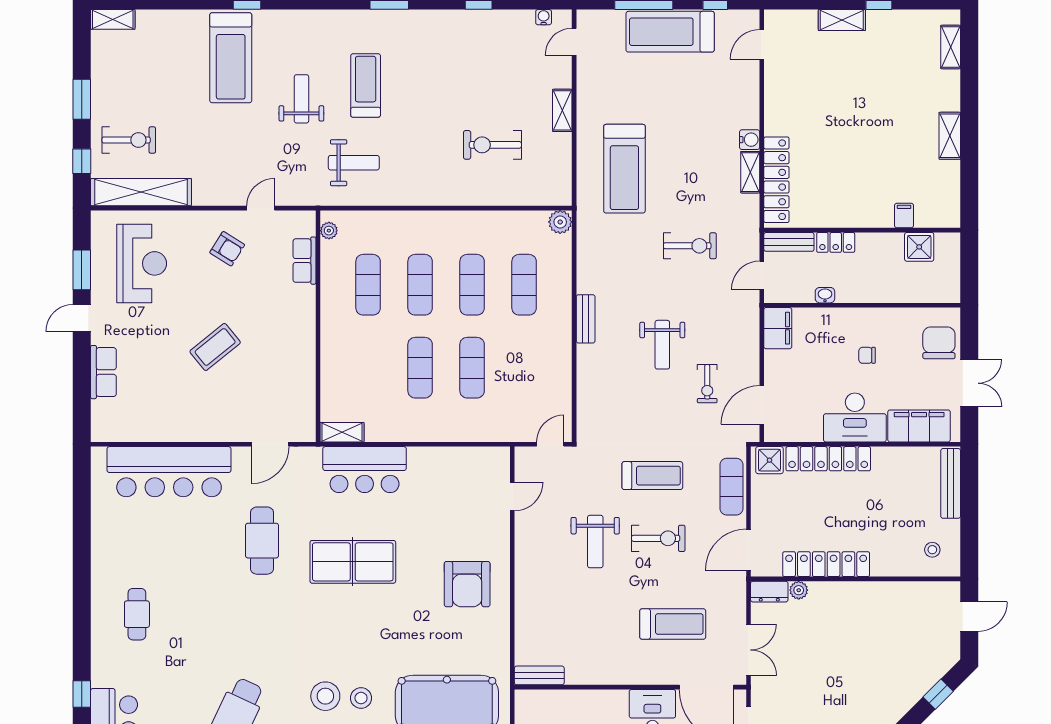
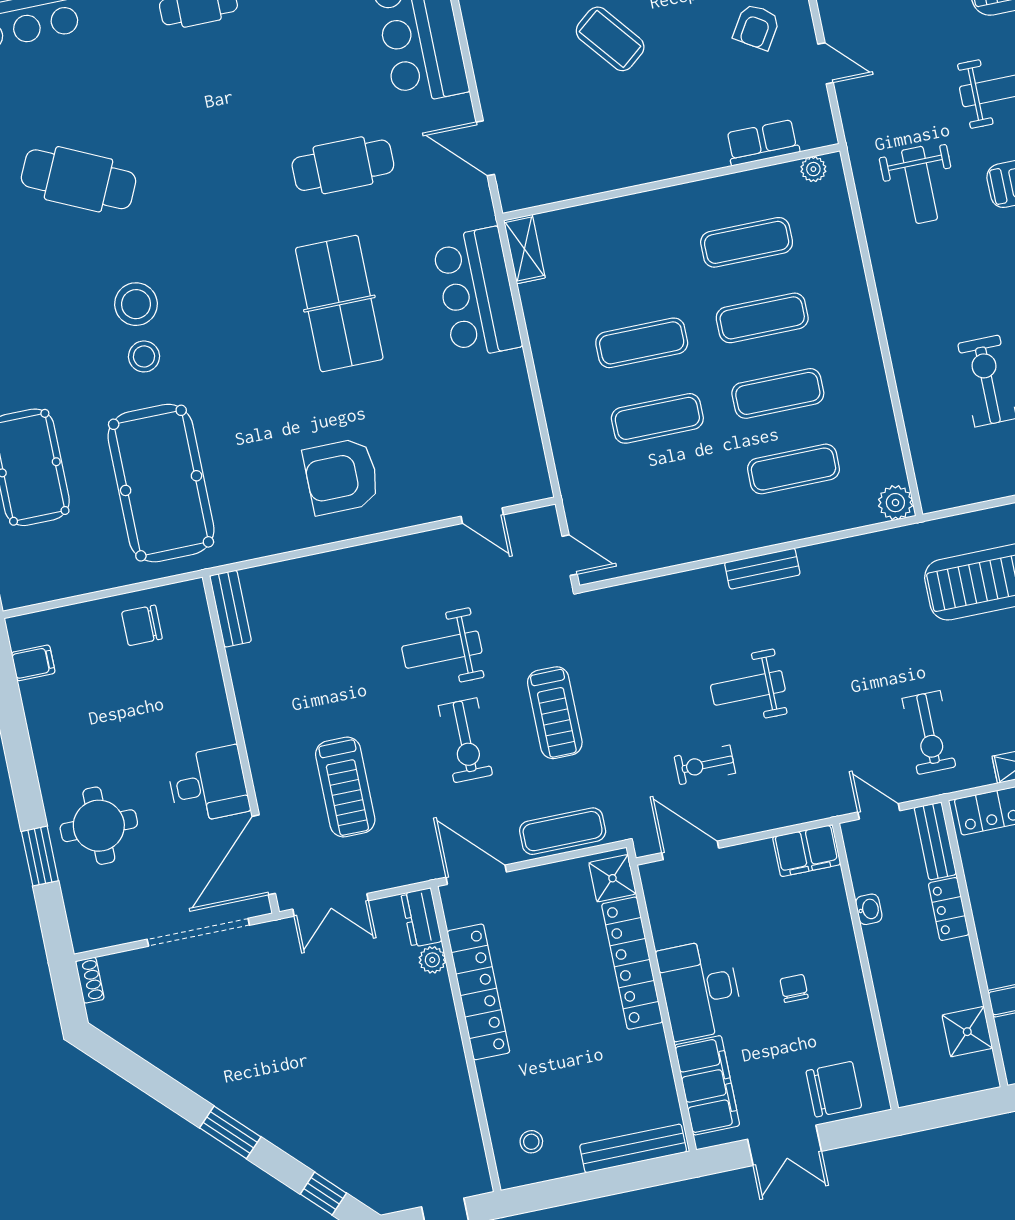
exercise bike: (690, 246) -> (929, 733), moved

